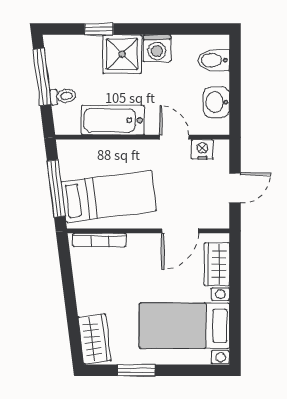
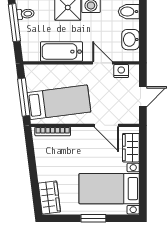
toilet: (63, 96) -> (25, 14), moved
door: (180, 231) -> (106, 125), hinge flipped
window: (136, 370) -> (93, 218), moved

